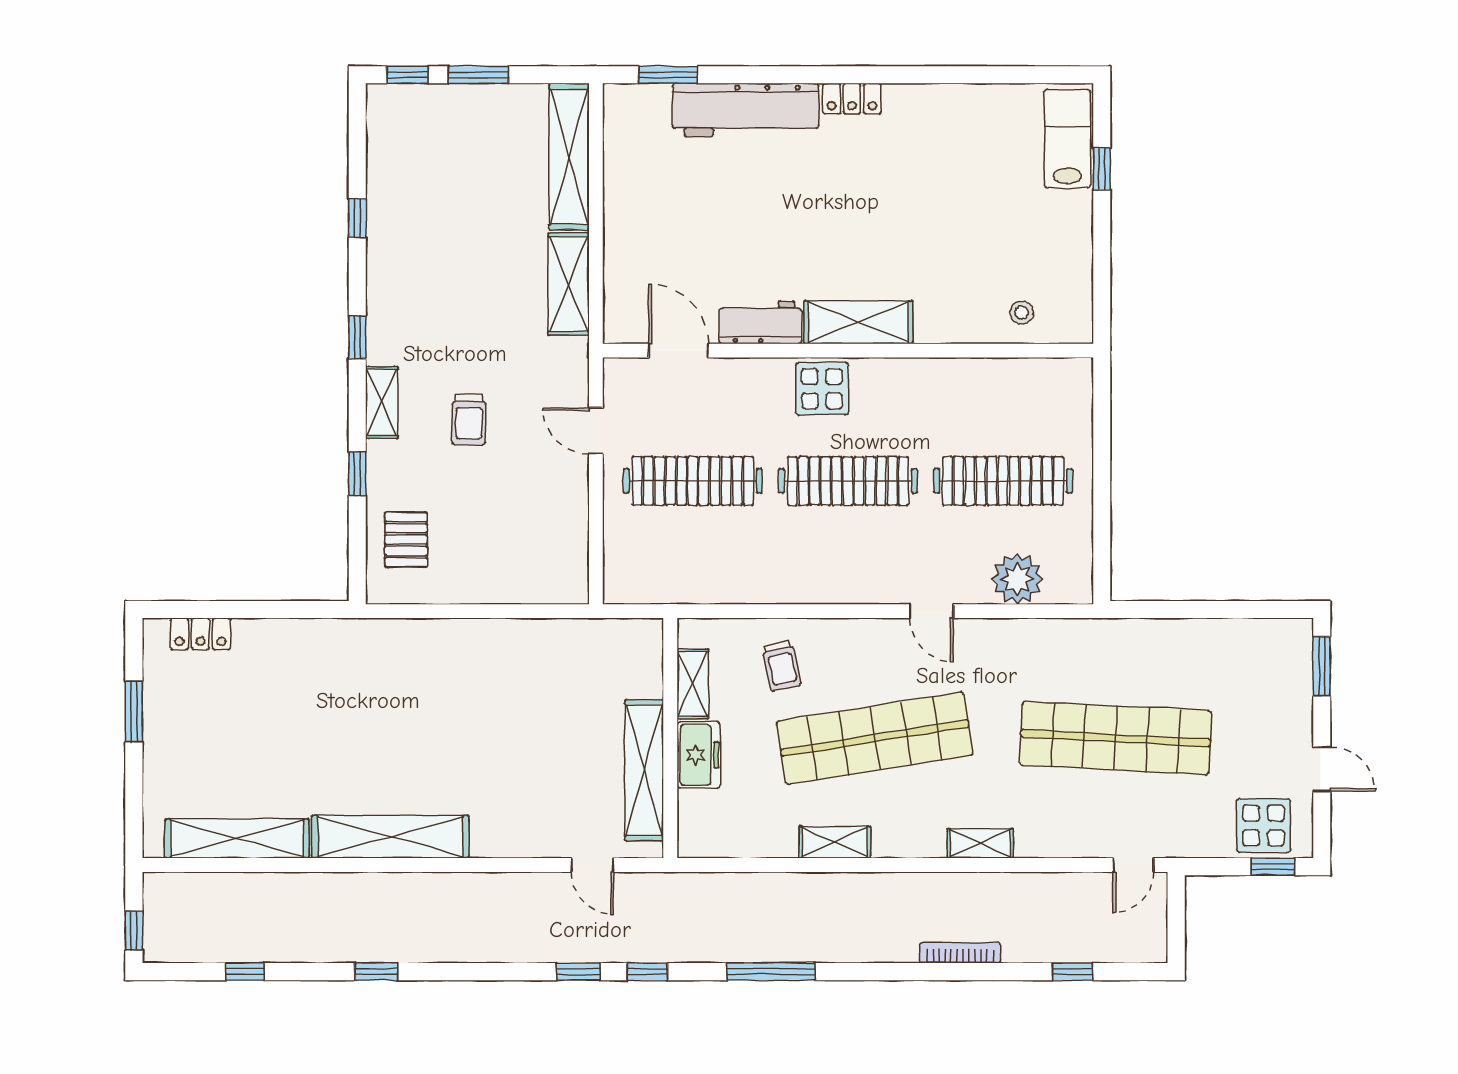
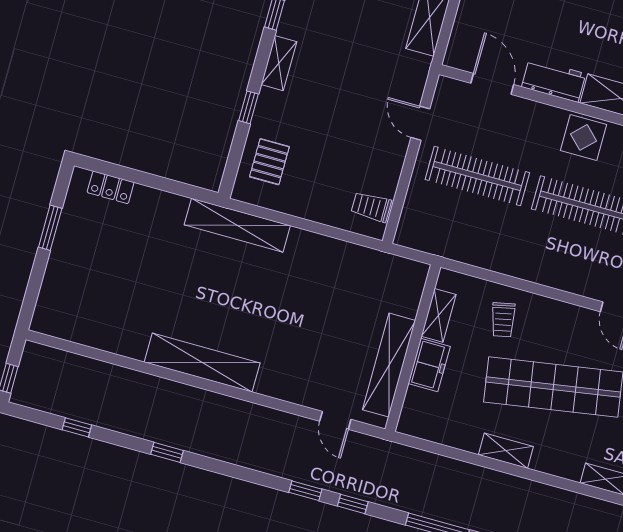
trolley: (469, 420) -> (371, 207), moved, turned 90
shelving: (237, 839) -> (237, 225), moved

